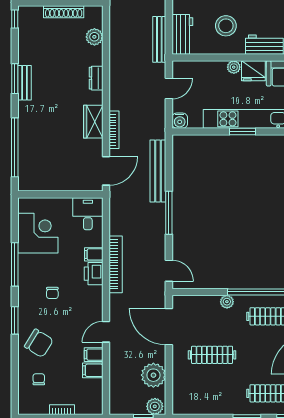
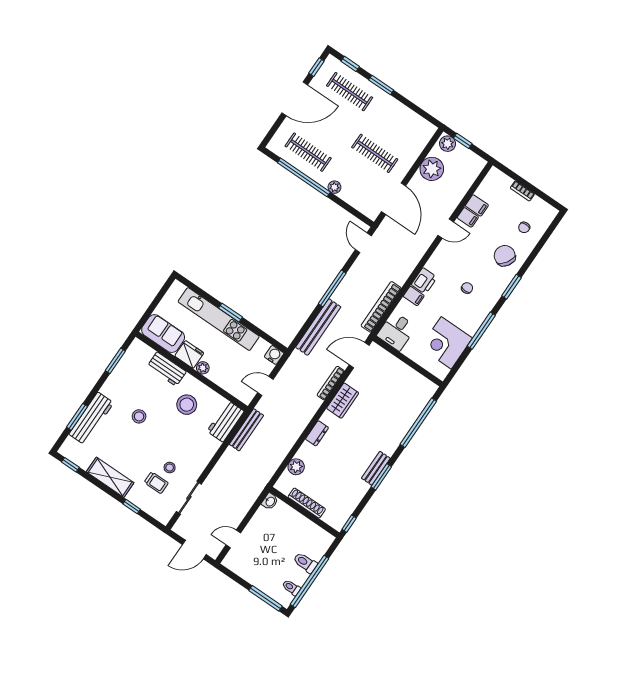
bookcase: (116, 264) -> (381, 307), moved

